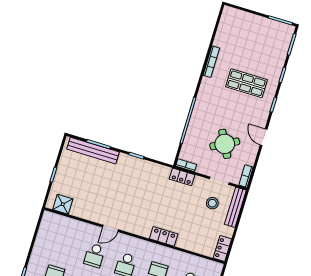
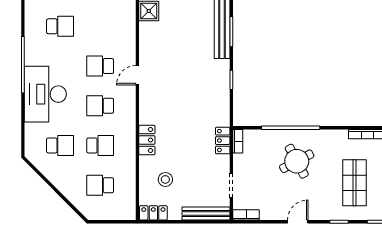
round table: (225, 144) -> (297, 161), moved
stool: (212, 203) -> (165, 179), moved
door: (110, 228) -> (137, 75), hinge flipped

